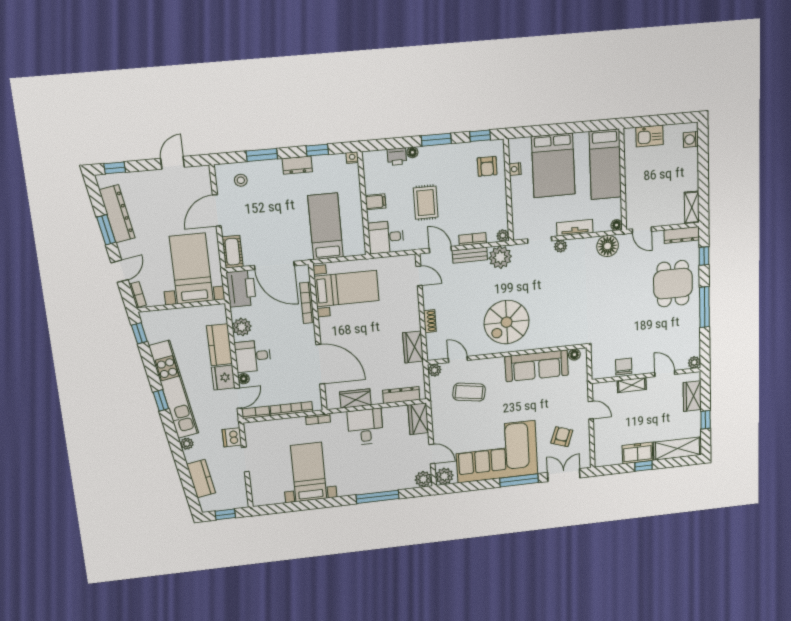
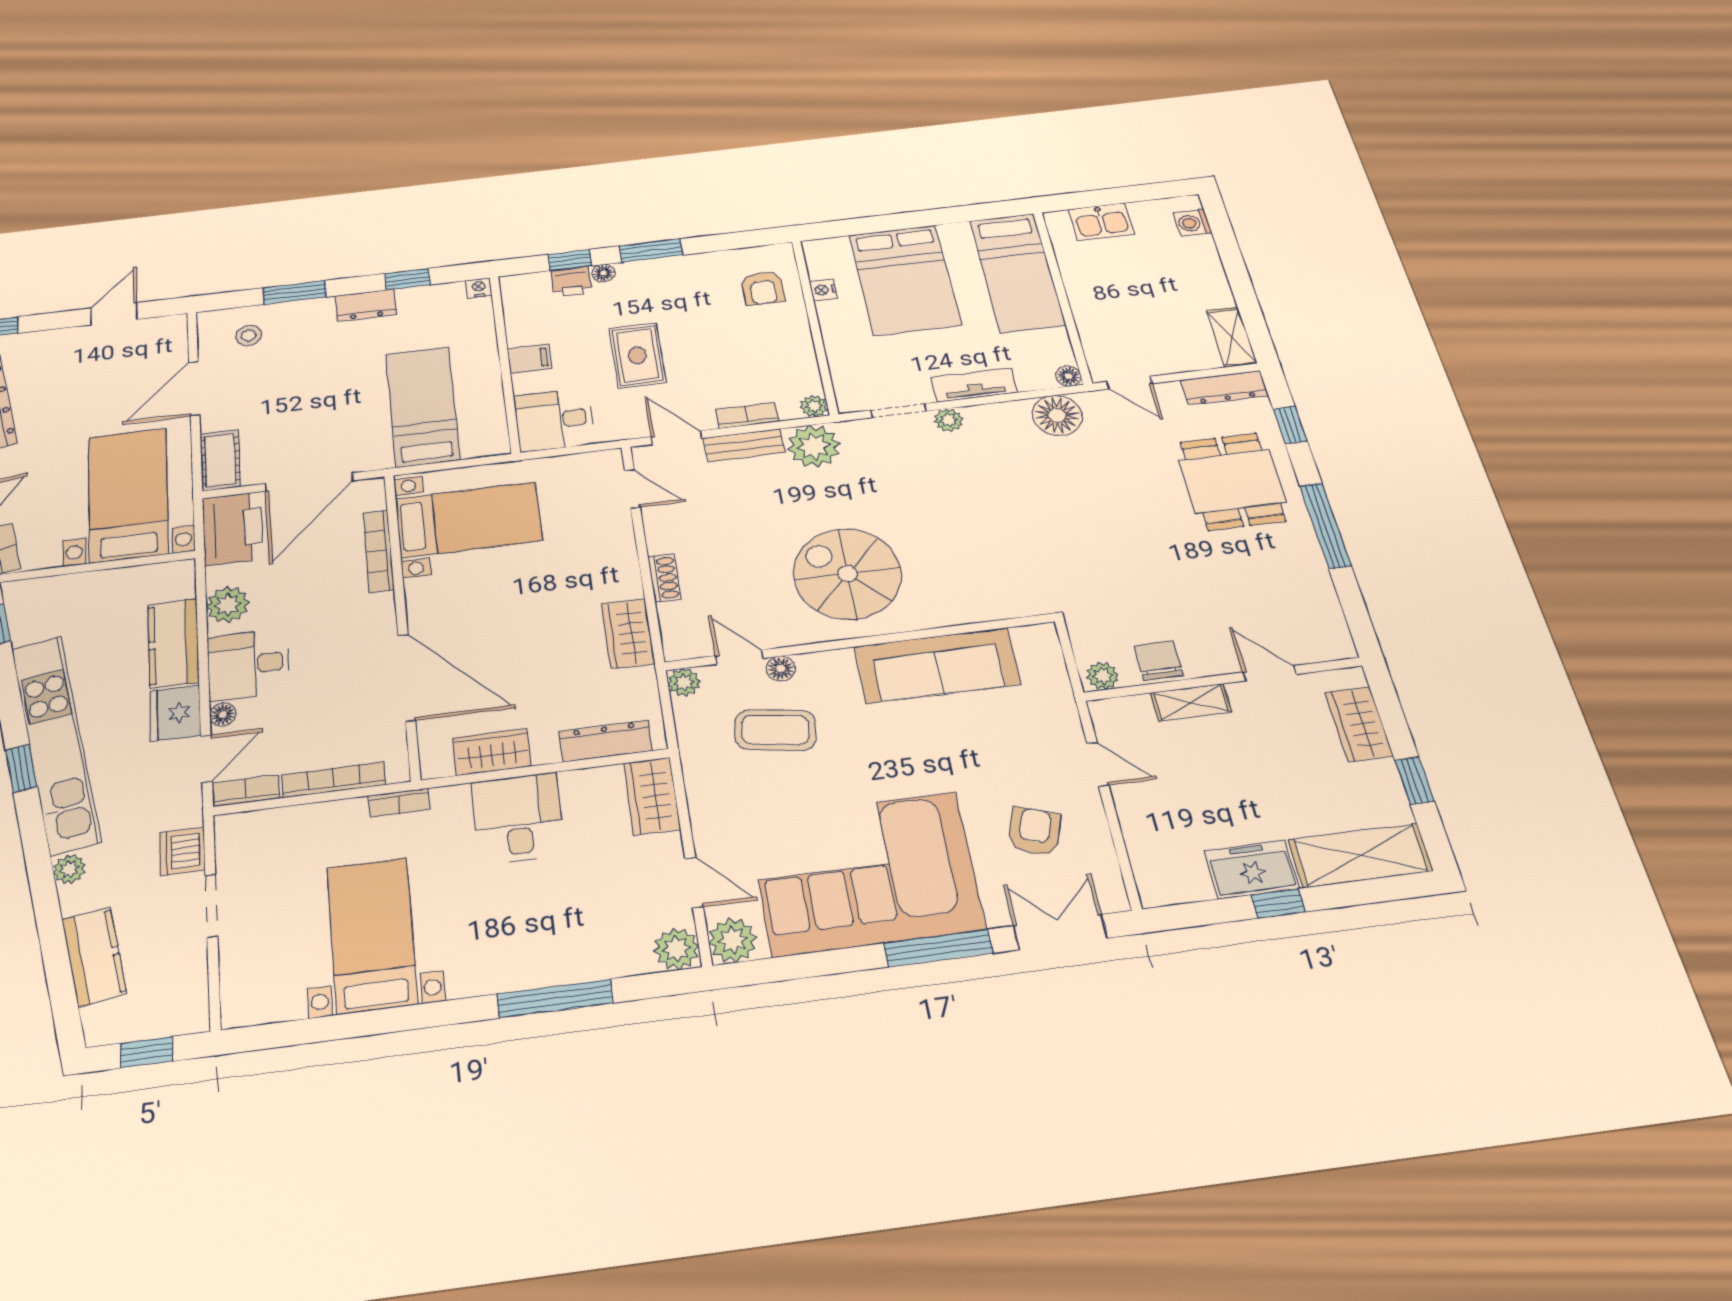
window: (480, 136) -> (570, 260), moved
door: (274, 266) -> (309, 482), hinge flipped
spiral stairs: (507, 322) -> (848, 574), turned 90
floor lamp: (574, 355) -> (781, 669), moved
plant: (694, 362) -> (1102, 676), moved

